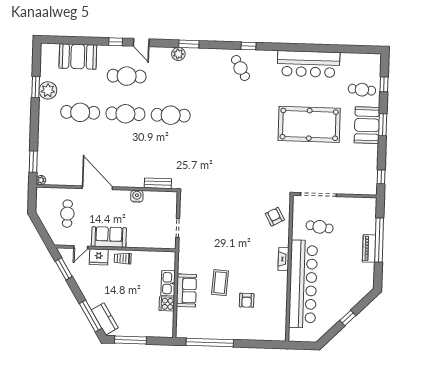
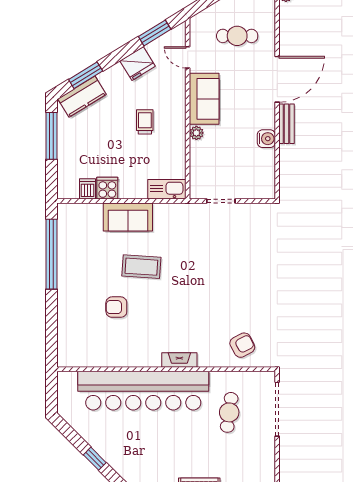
bench: (158, 183) -> (287, 124), moved
plant: (132, 243) -> (196, 133), added
fridge: (99, 257) -> (138, 64), moved, turned -122
trolley: (123, 258) -> (145, 122), moved
kitchen sink: (168, 283) -> (167, 189), moved
window: (91, 316) -> (86, 75), width x0.69
dishwasher: (167, 317) -> (88, 189), added

